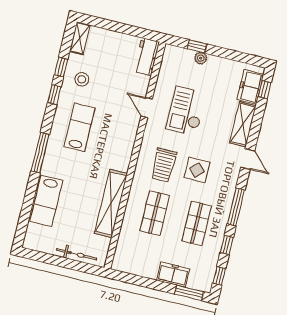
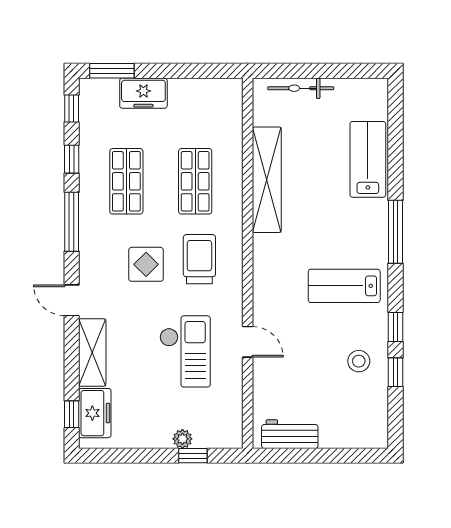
shelving: (80, 38) -> (377, 424), removed
workbench: (147, 57) -> (290, 434), moved, turned -90
lab bench: (80, 127) -> (344, 286), turned 90

